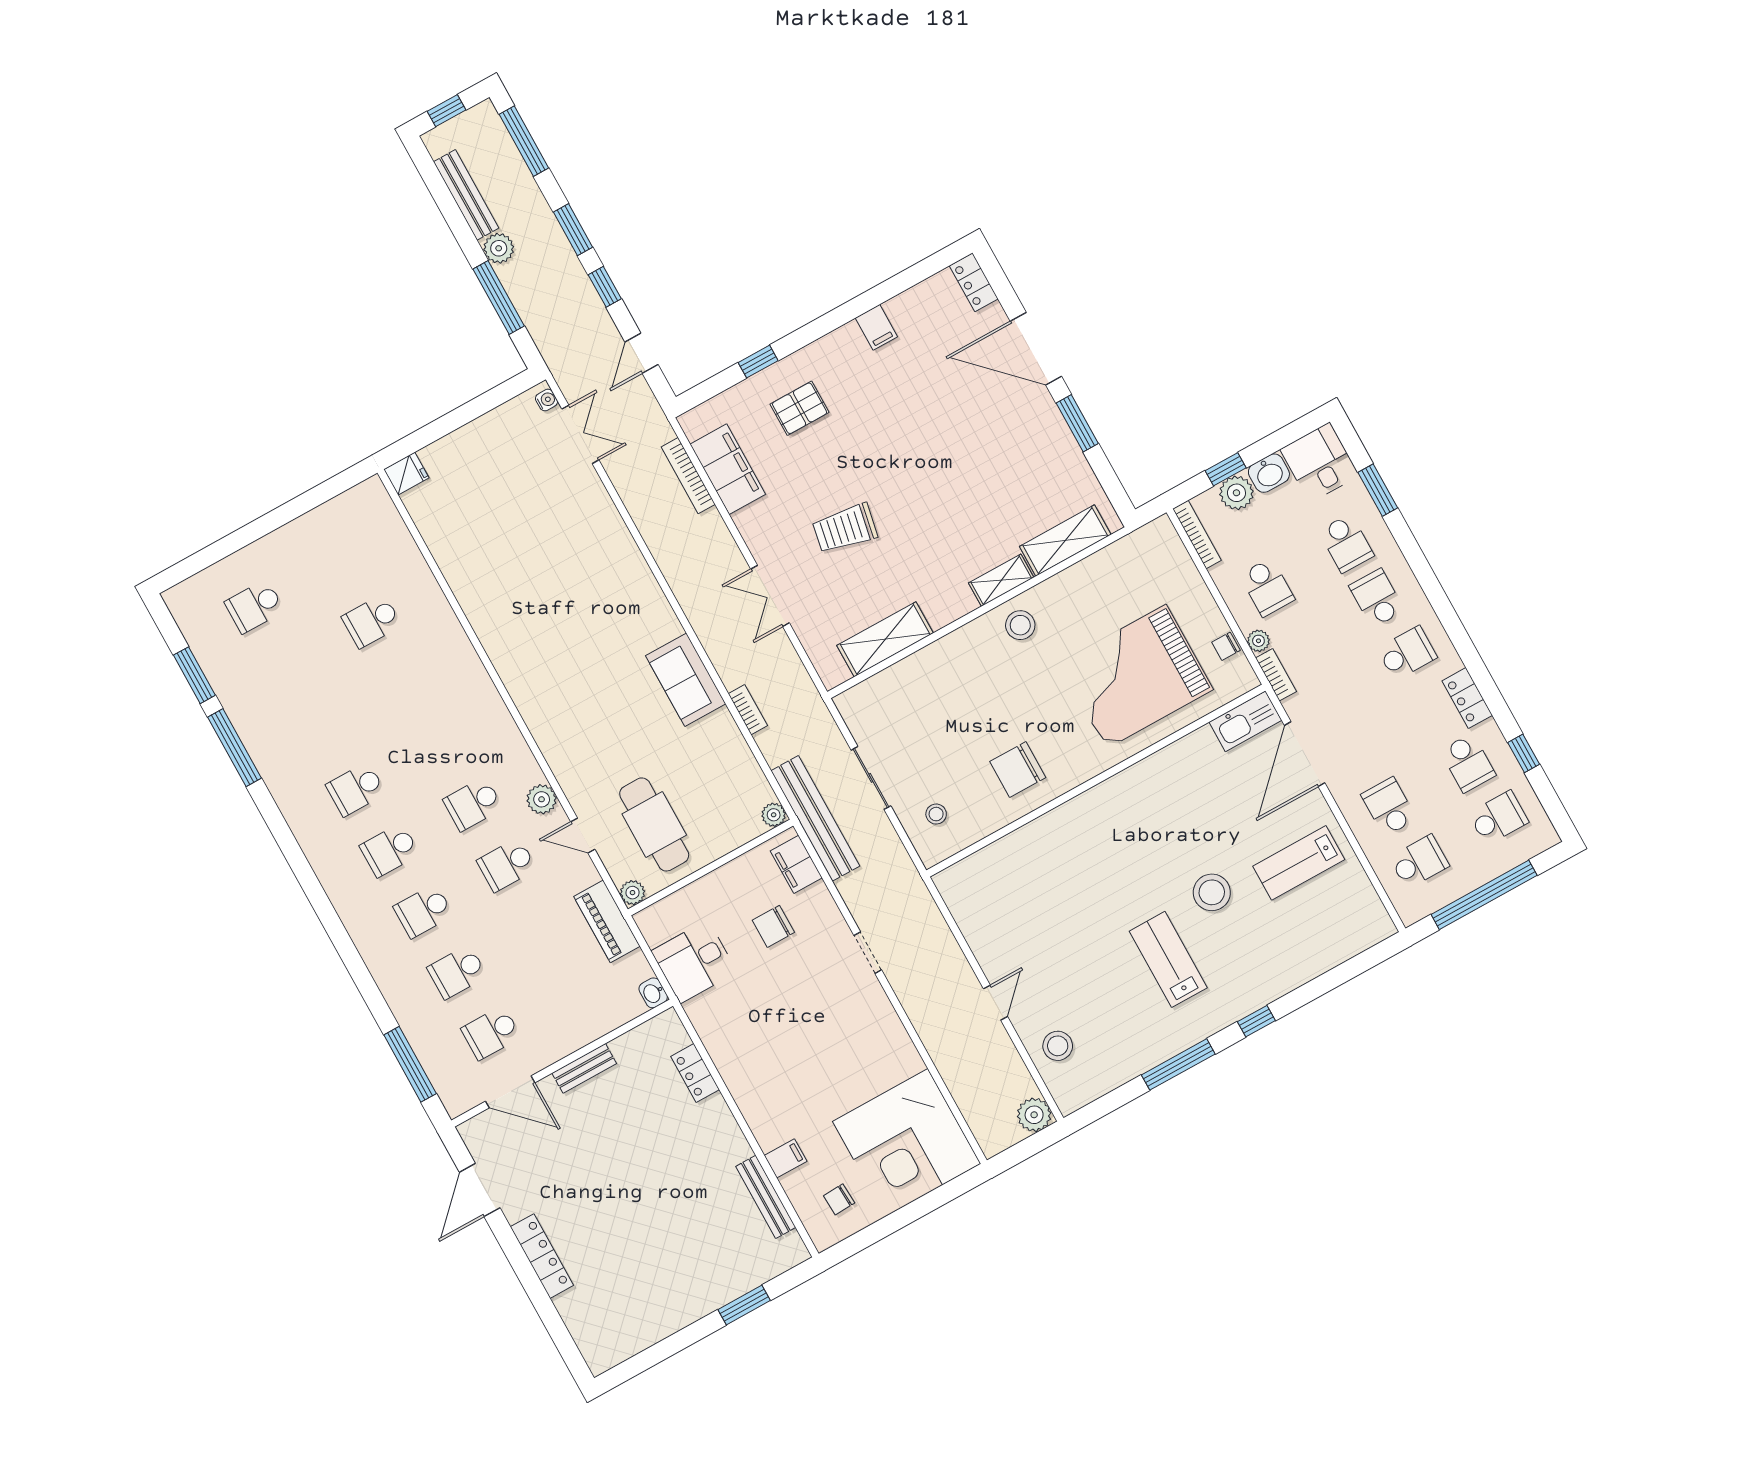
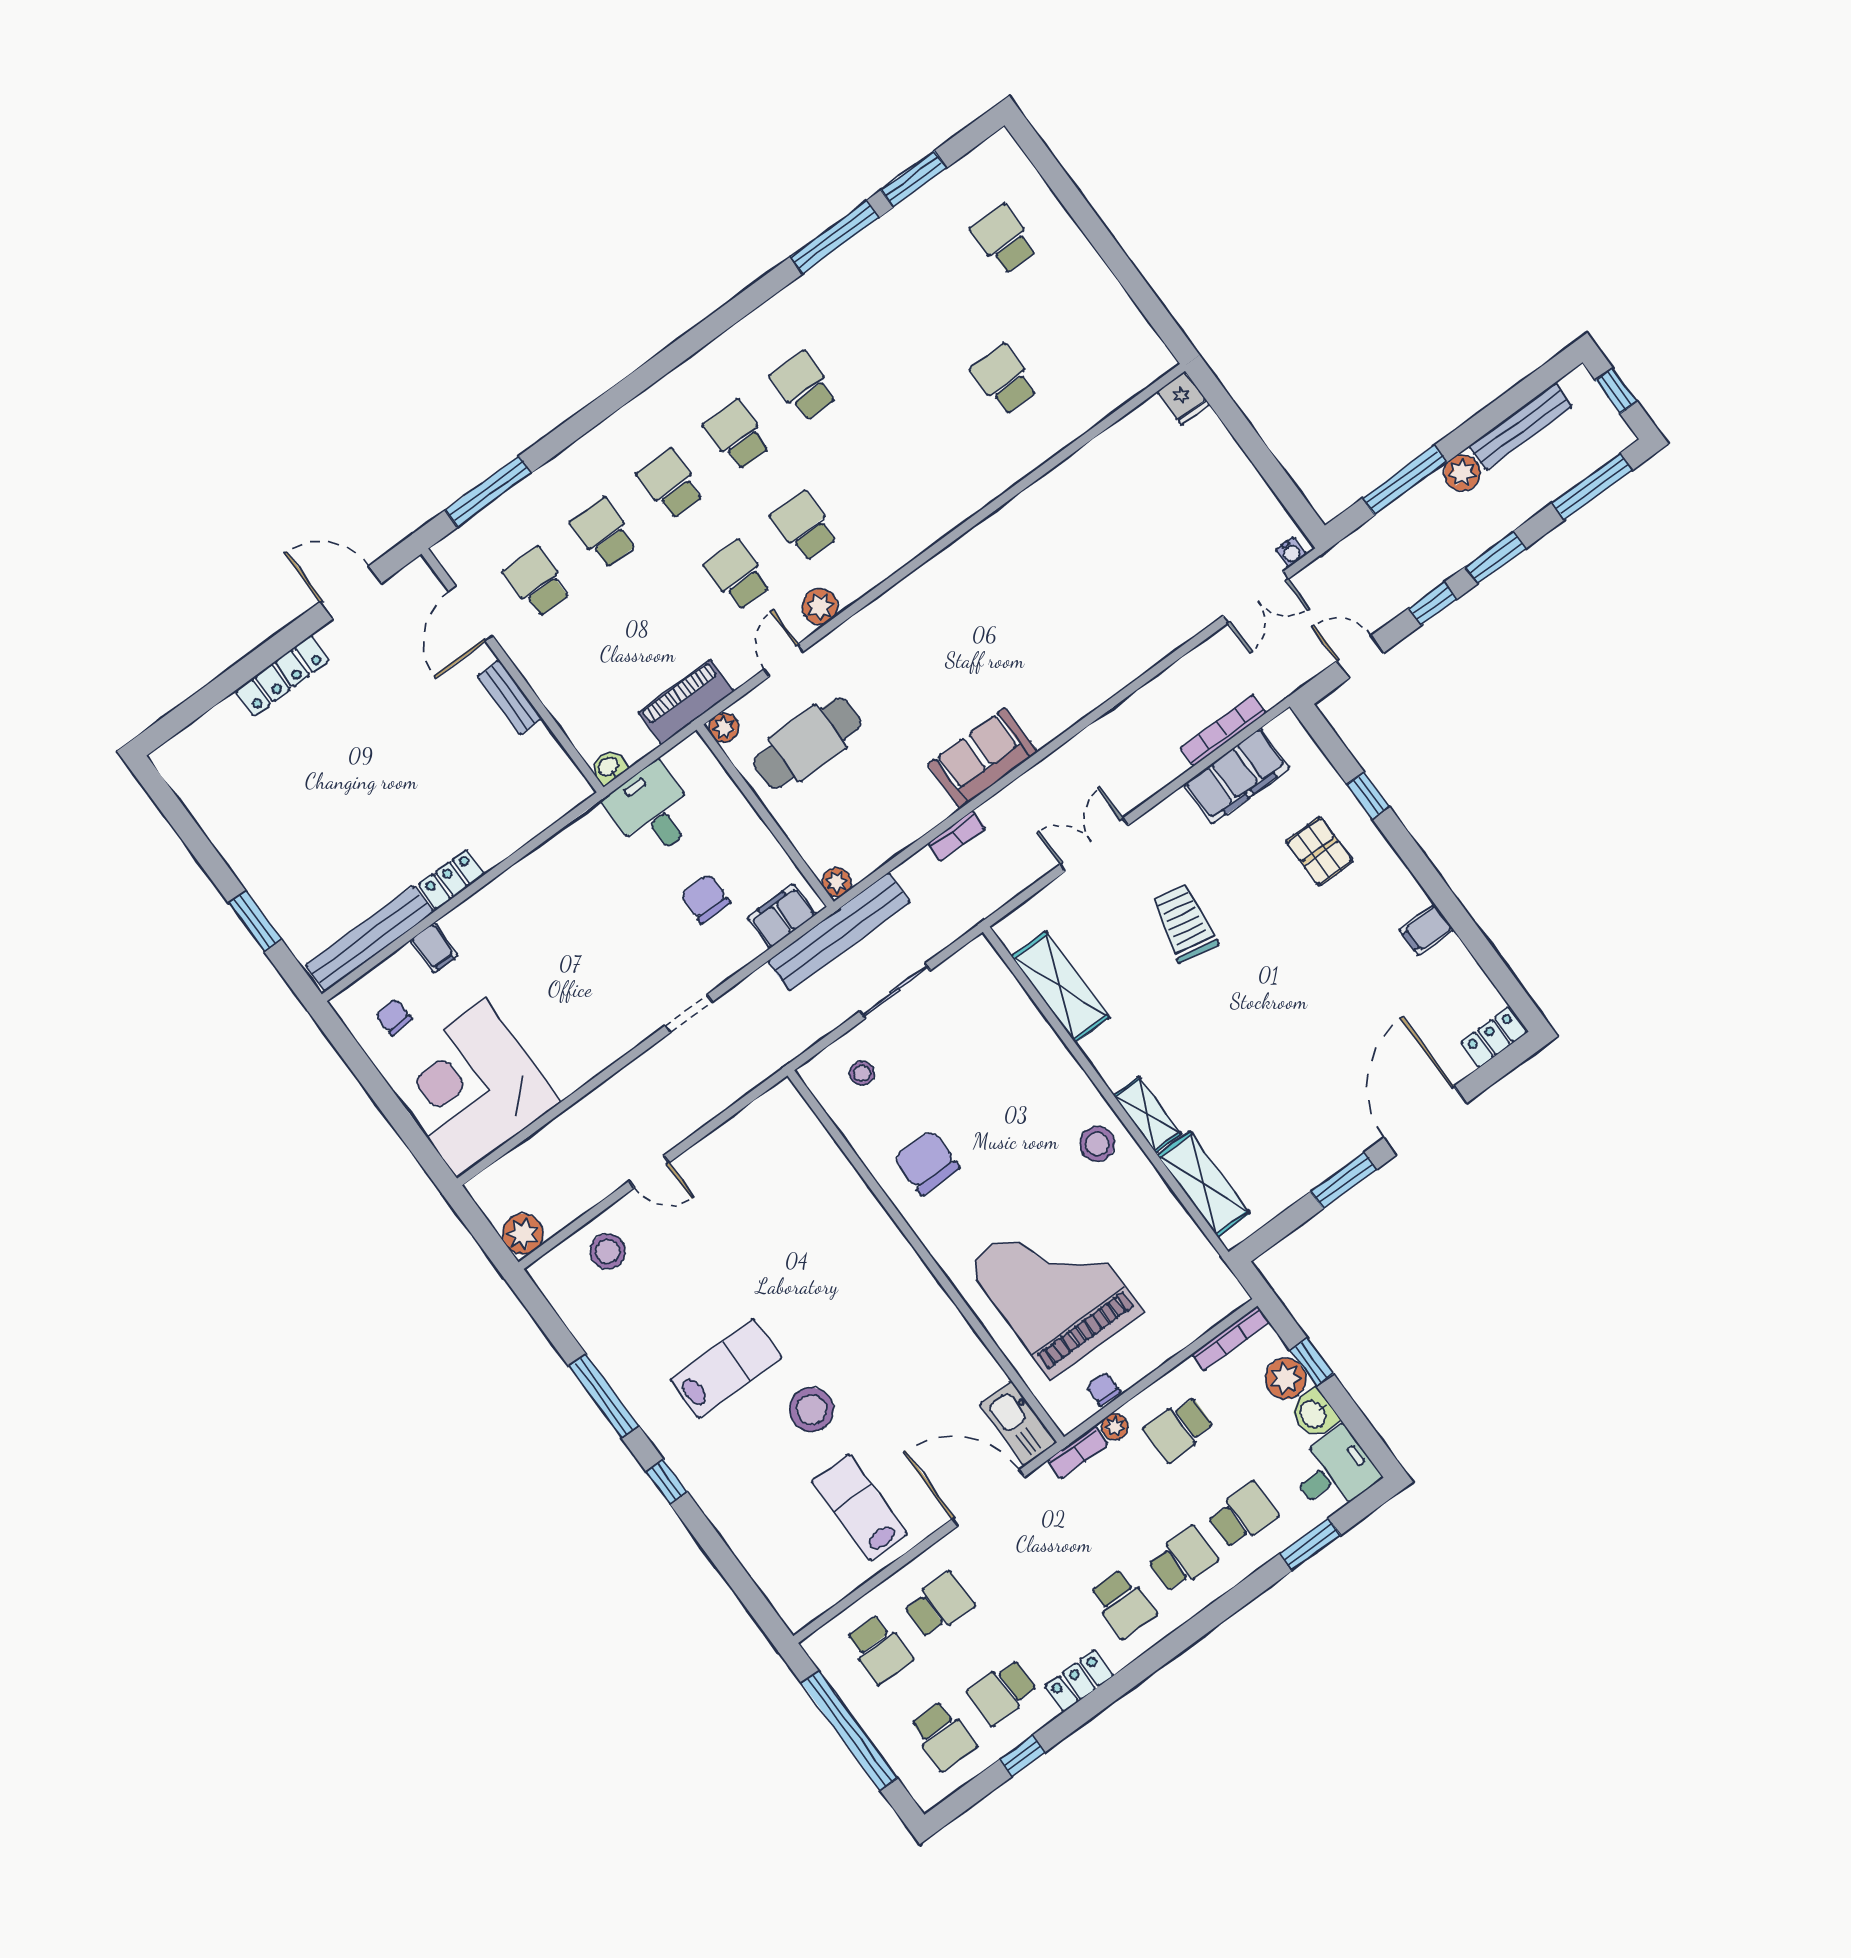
school desk: (1346, 543) -> (1243, 1515), turned 180
locker: (695, 1073) -> (452, 879), moved
bench: (766, 1197) -> (369, 939), width x1.37, depth x1.21

